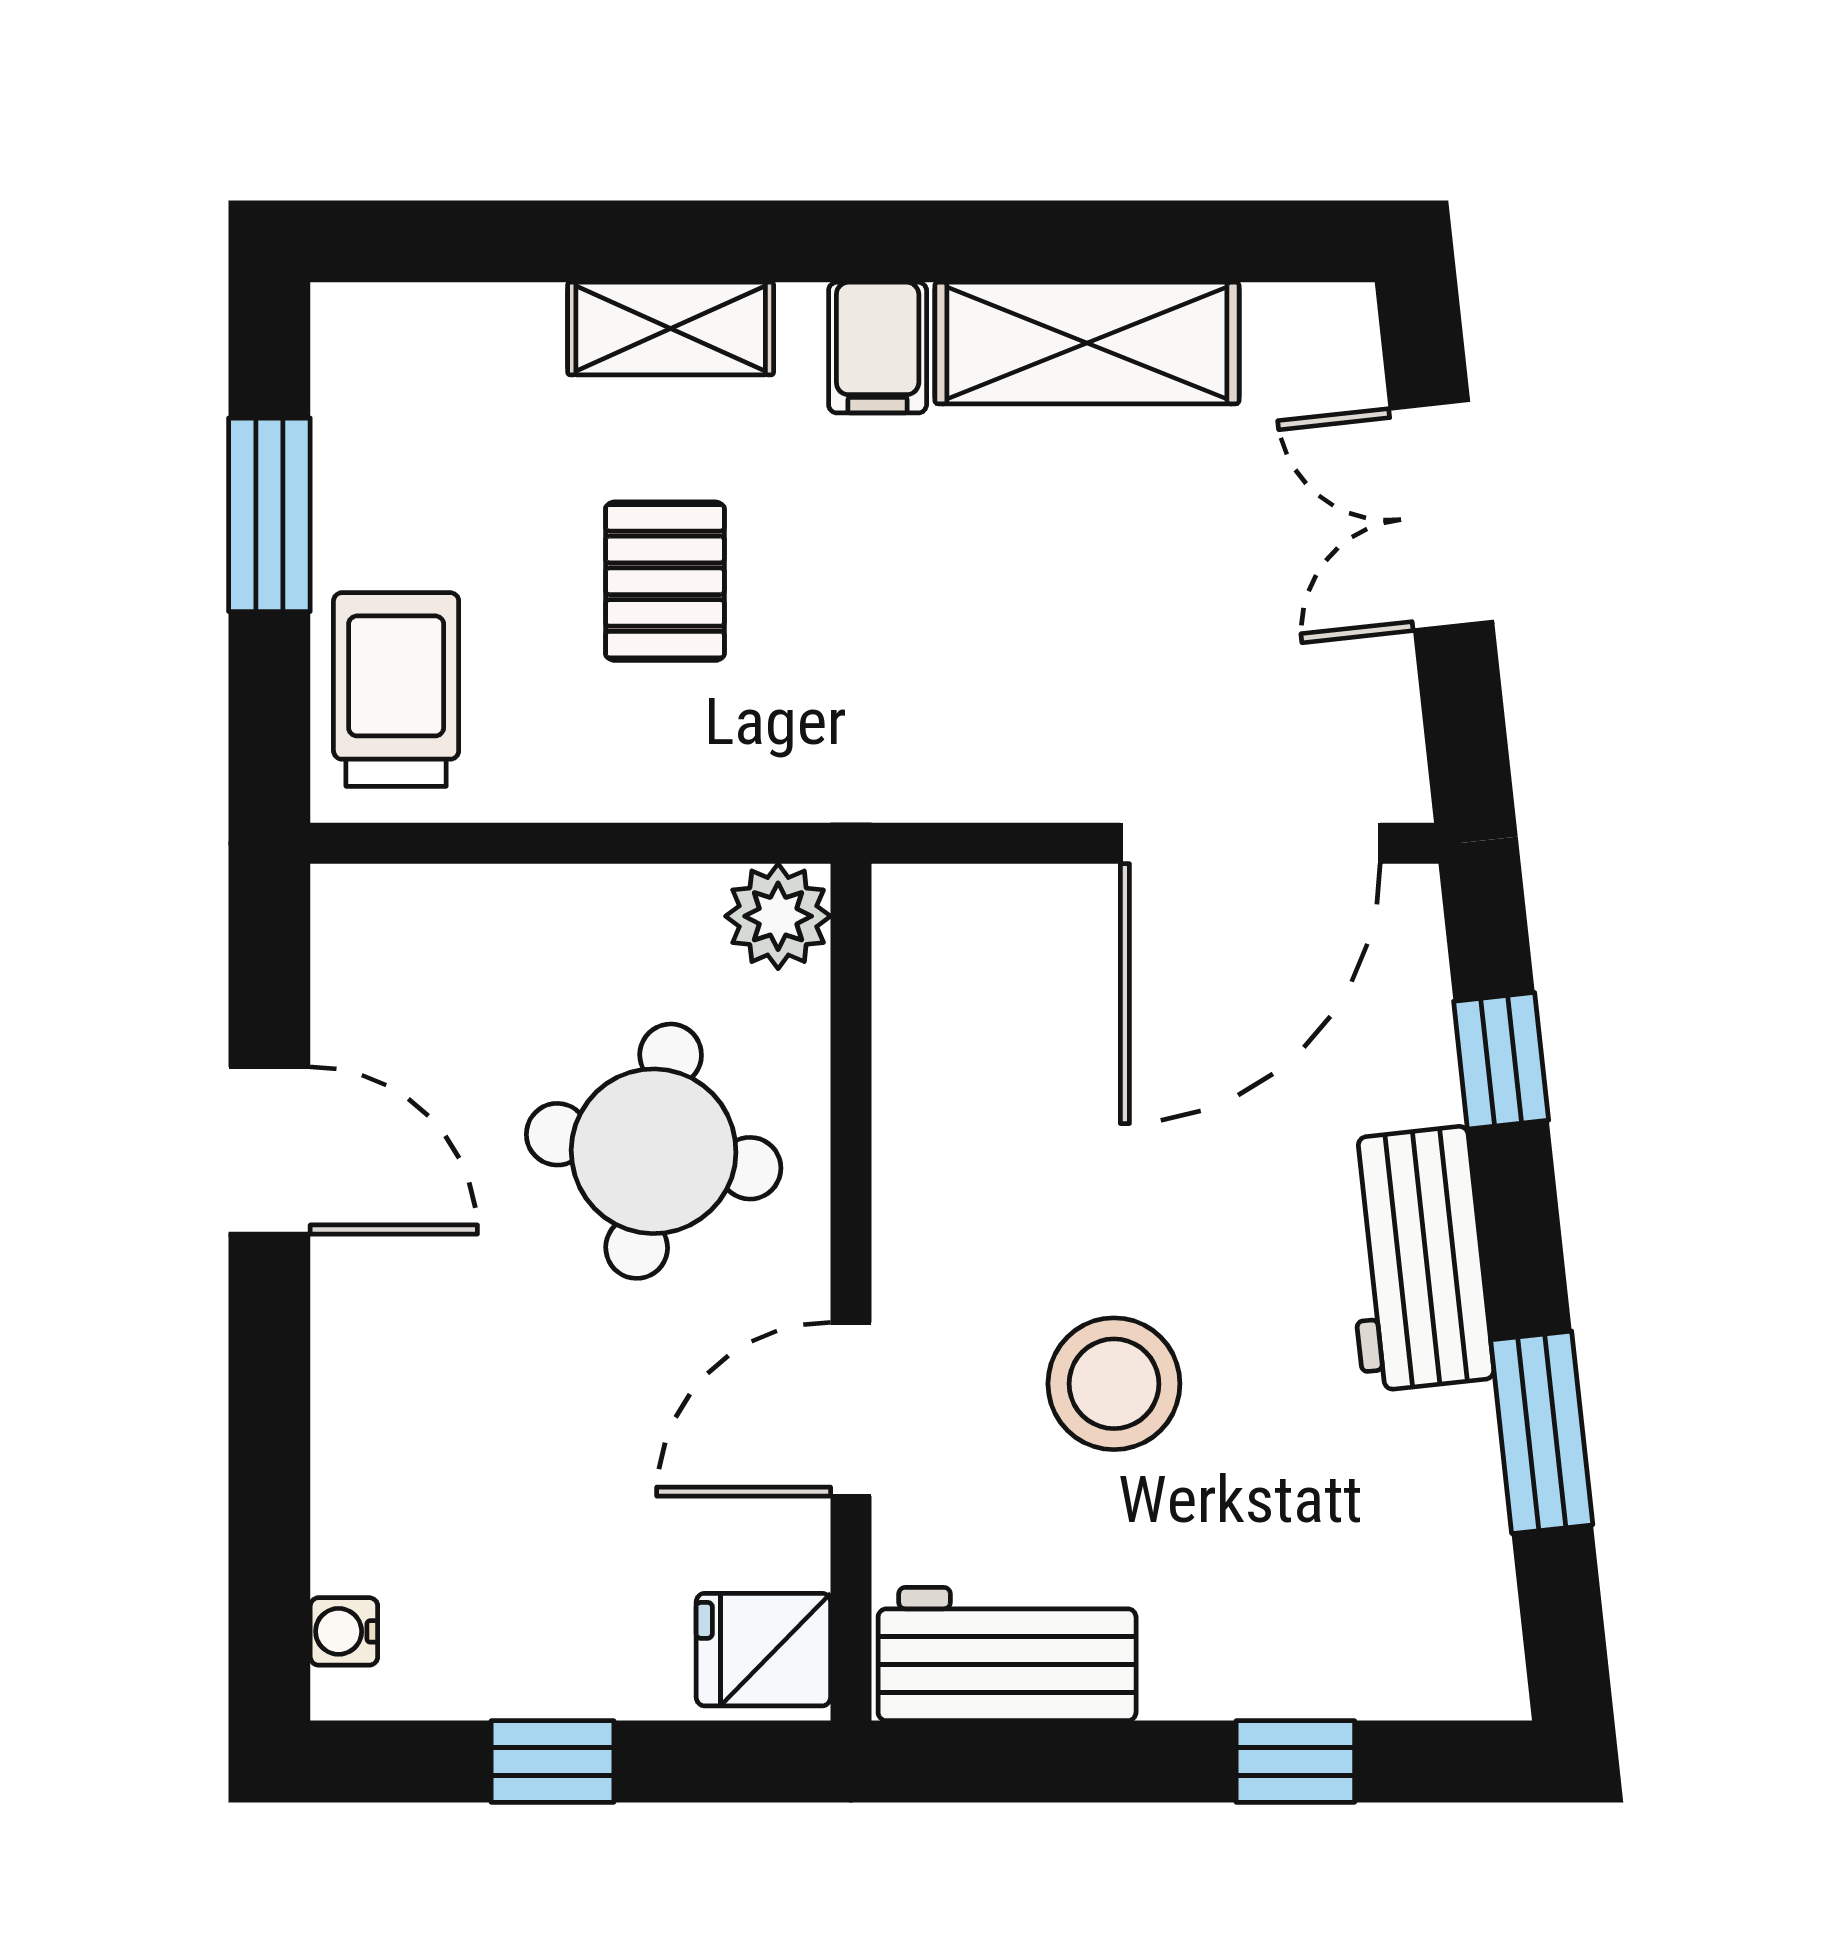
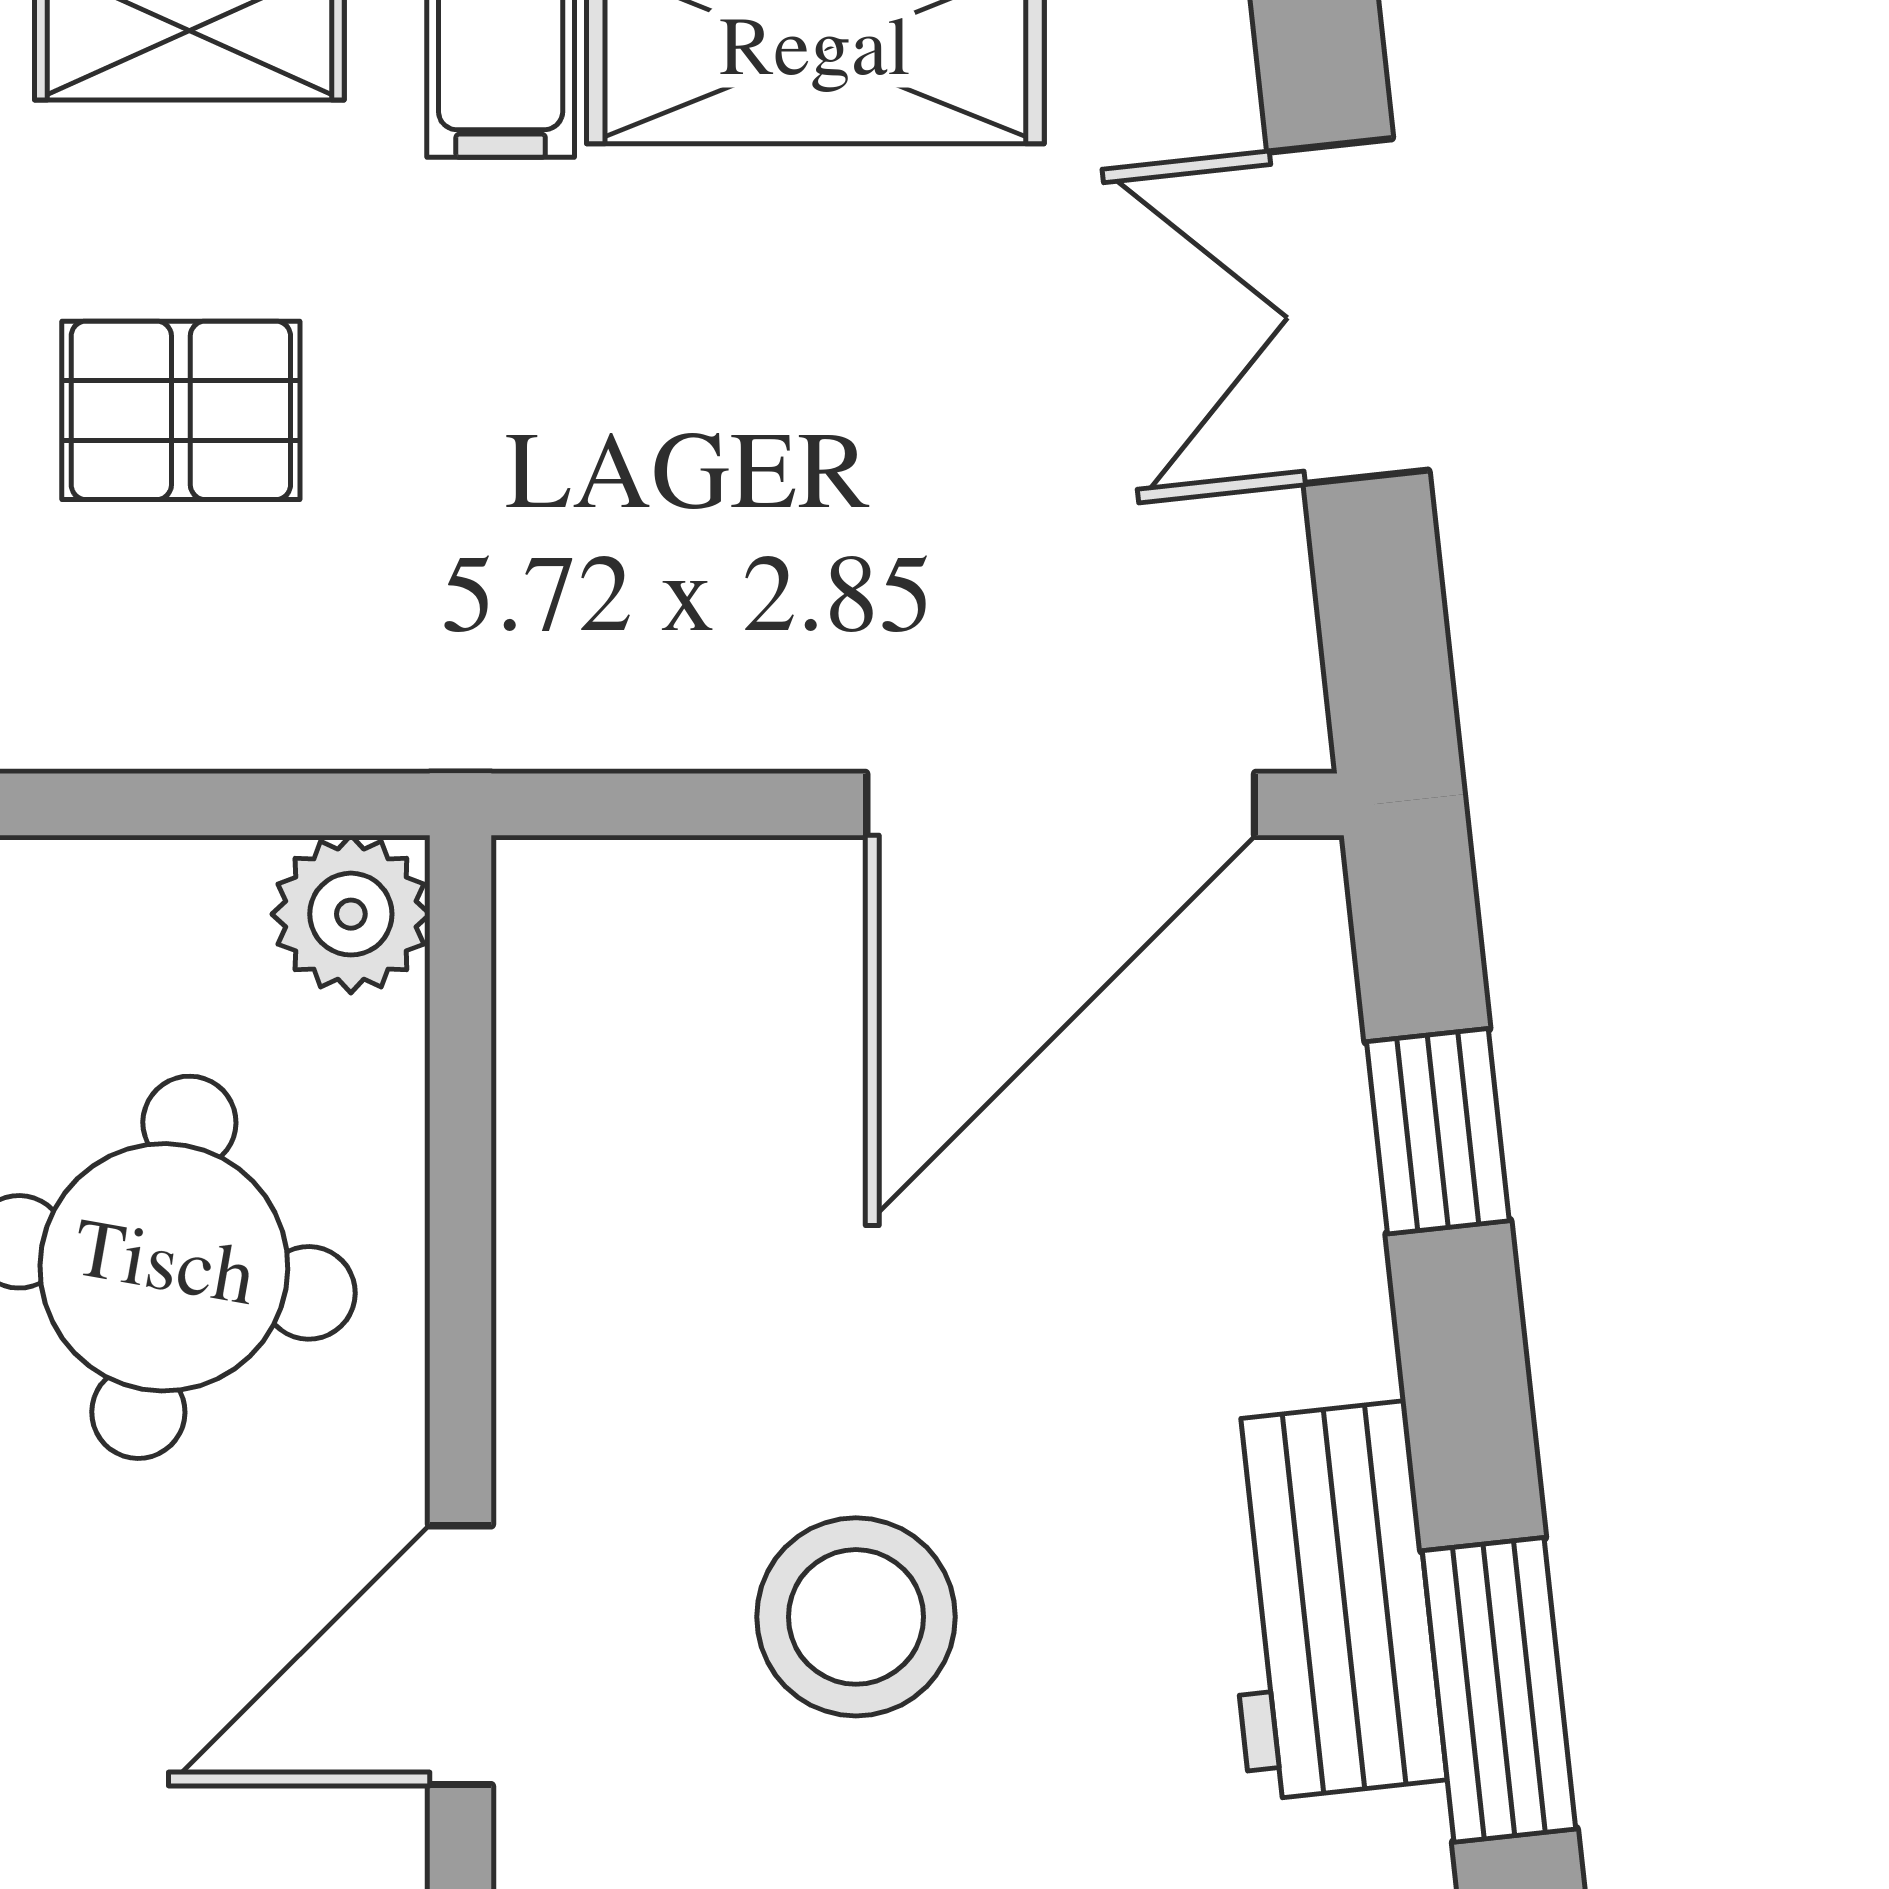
pallet: (665, 581) -> (181, 410), turned 90
workbench: (1416, 1259) -> (1328, 1601), moved

